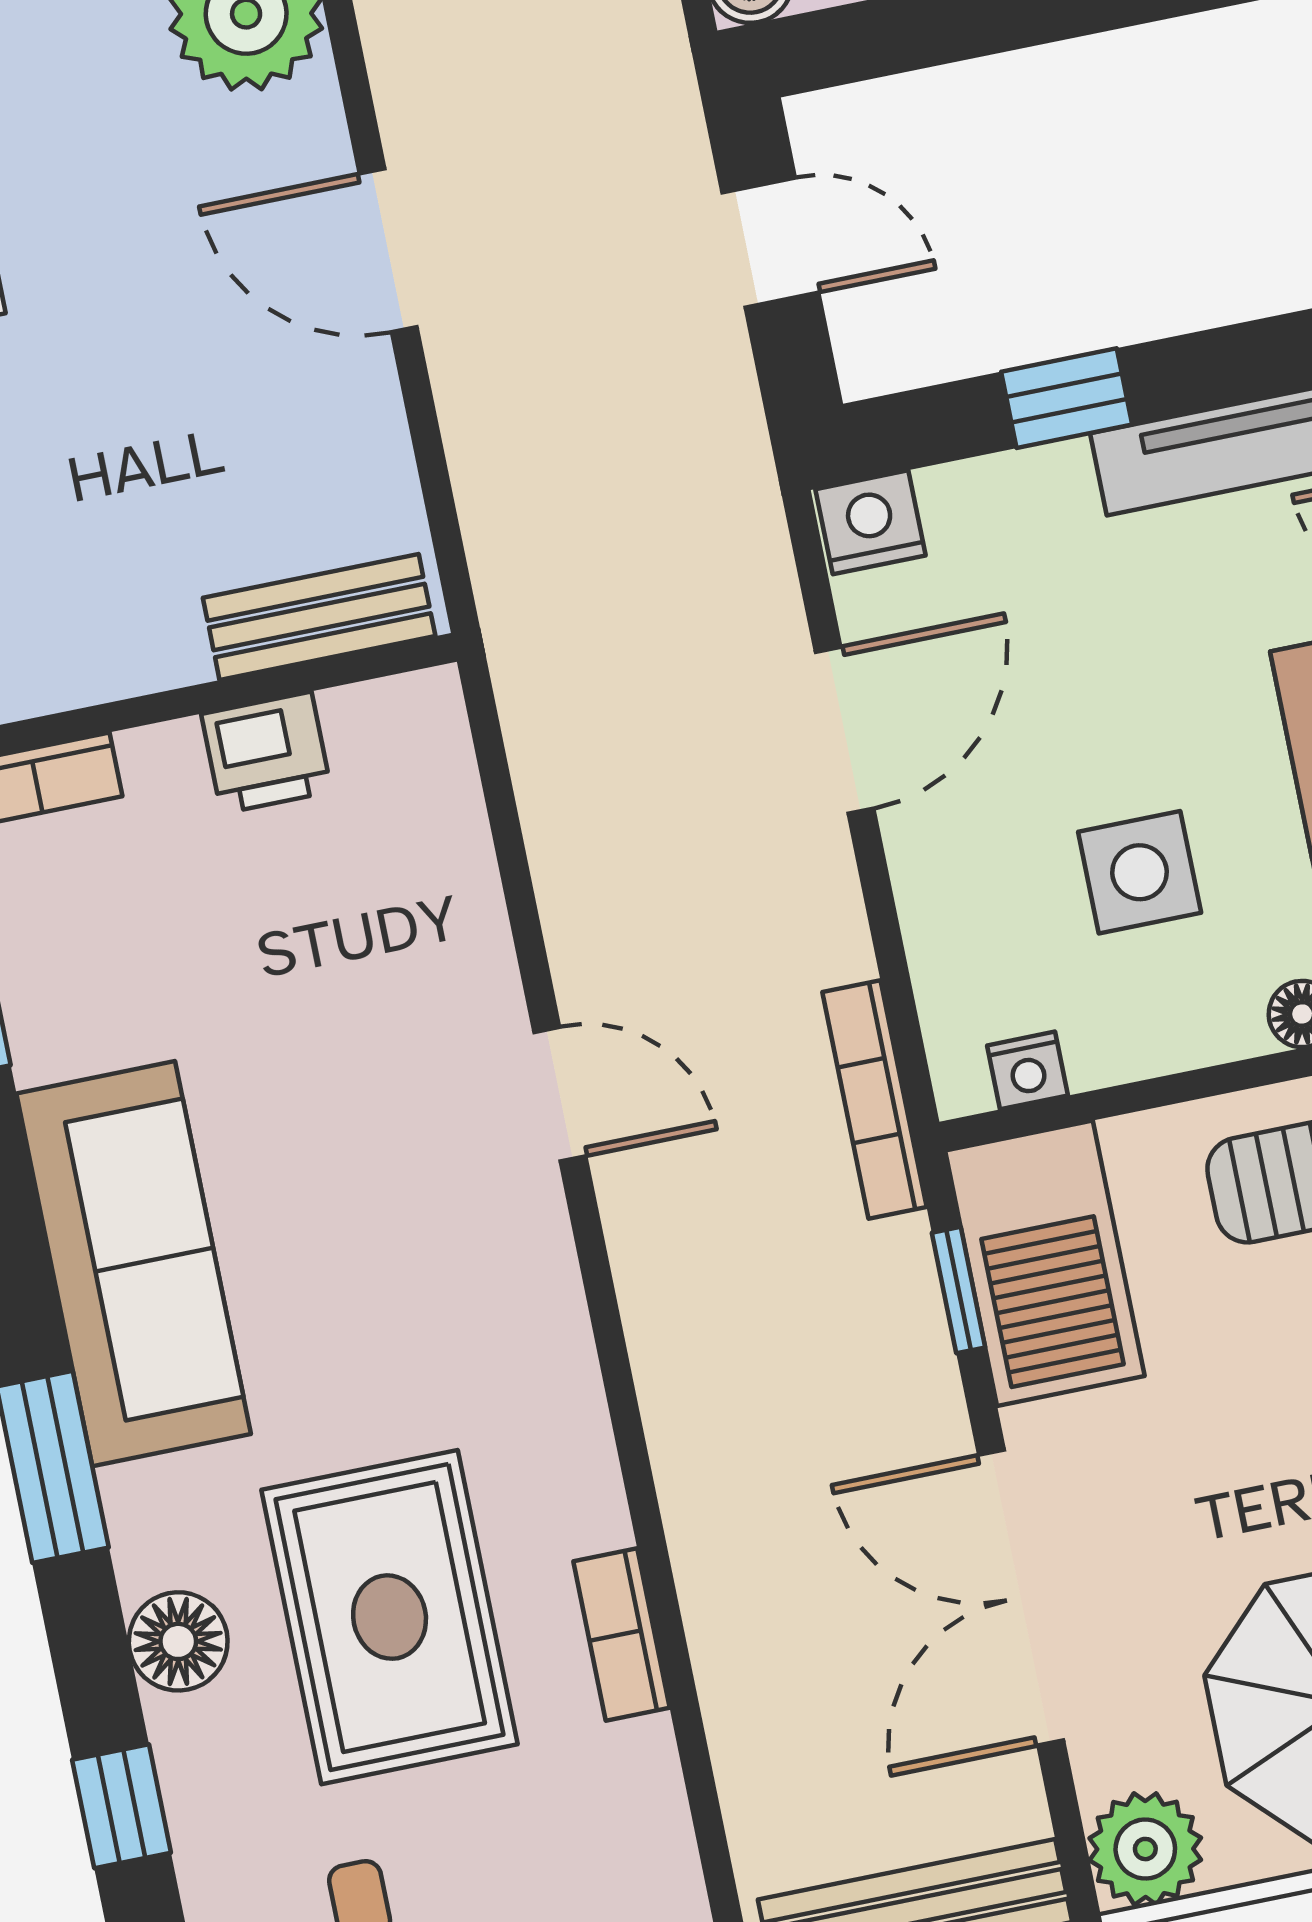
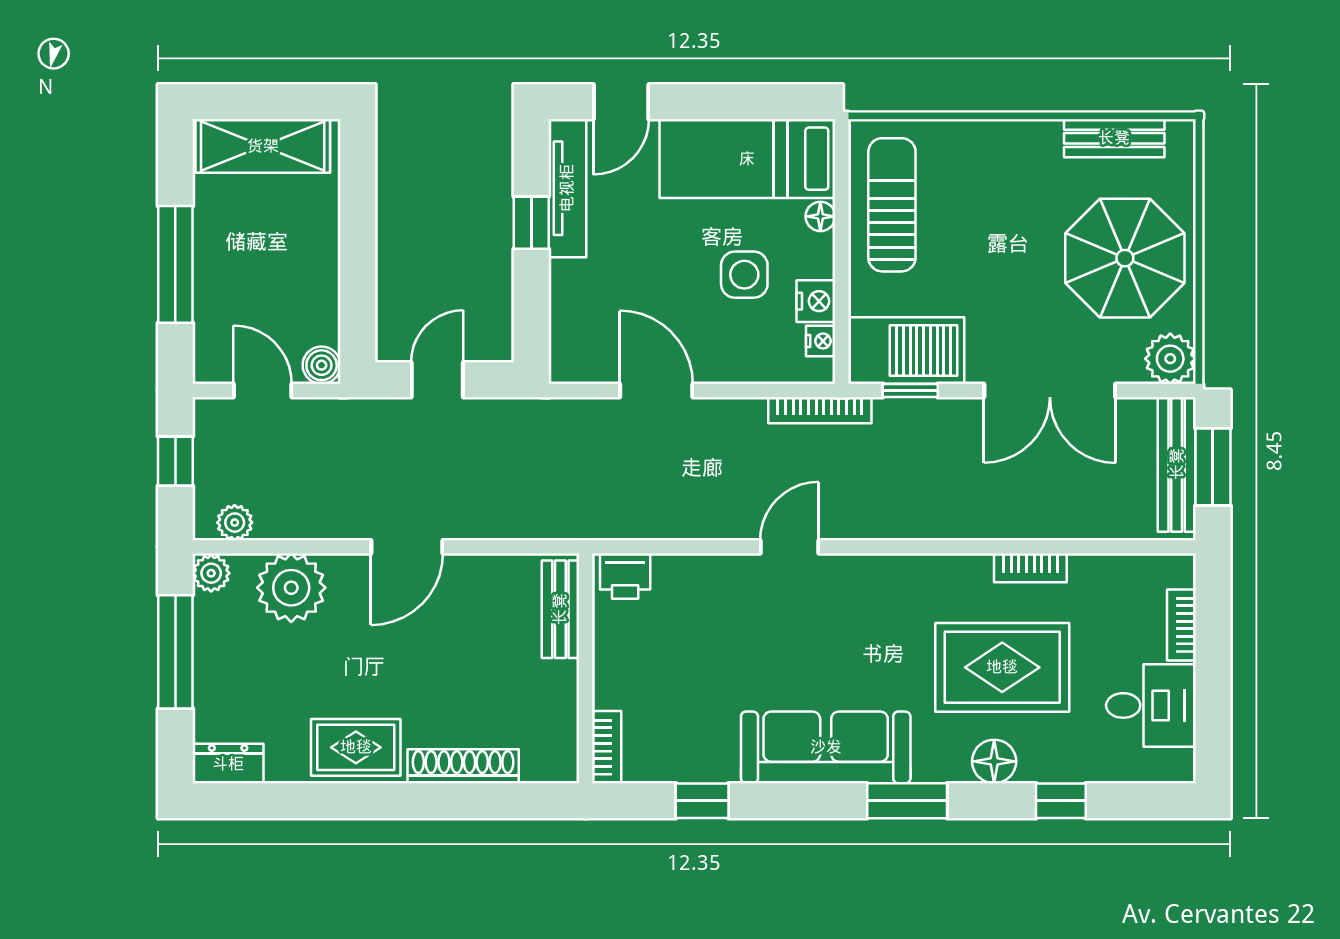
window: (1067, 398) -> (531, 223), moved
nightstand: (870, 522) -> (816, 301), moved, turned 180
printer: (266, 753) -> (625, 576), moved, turned 90

